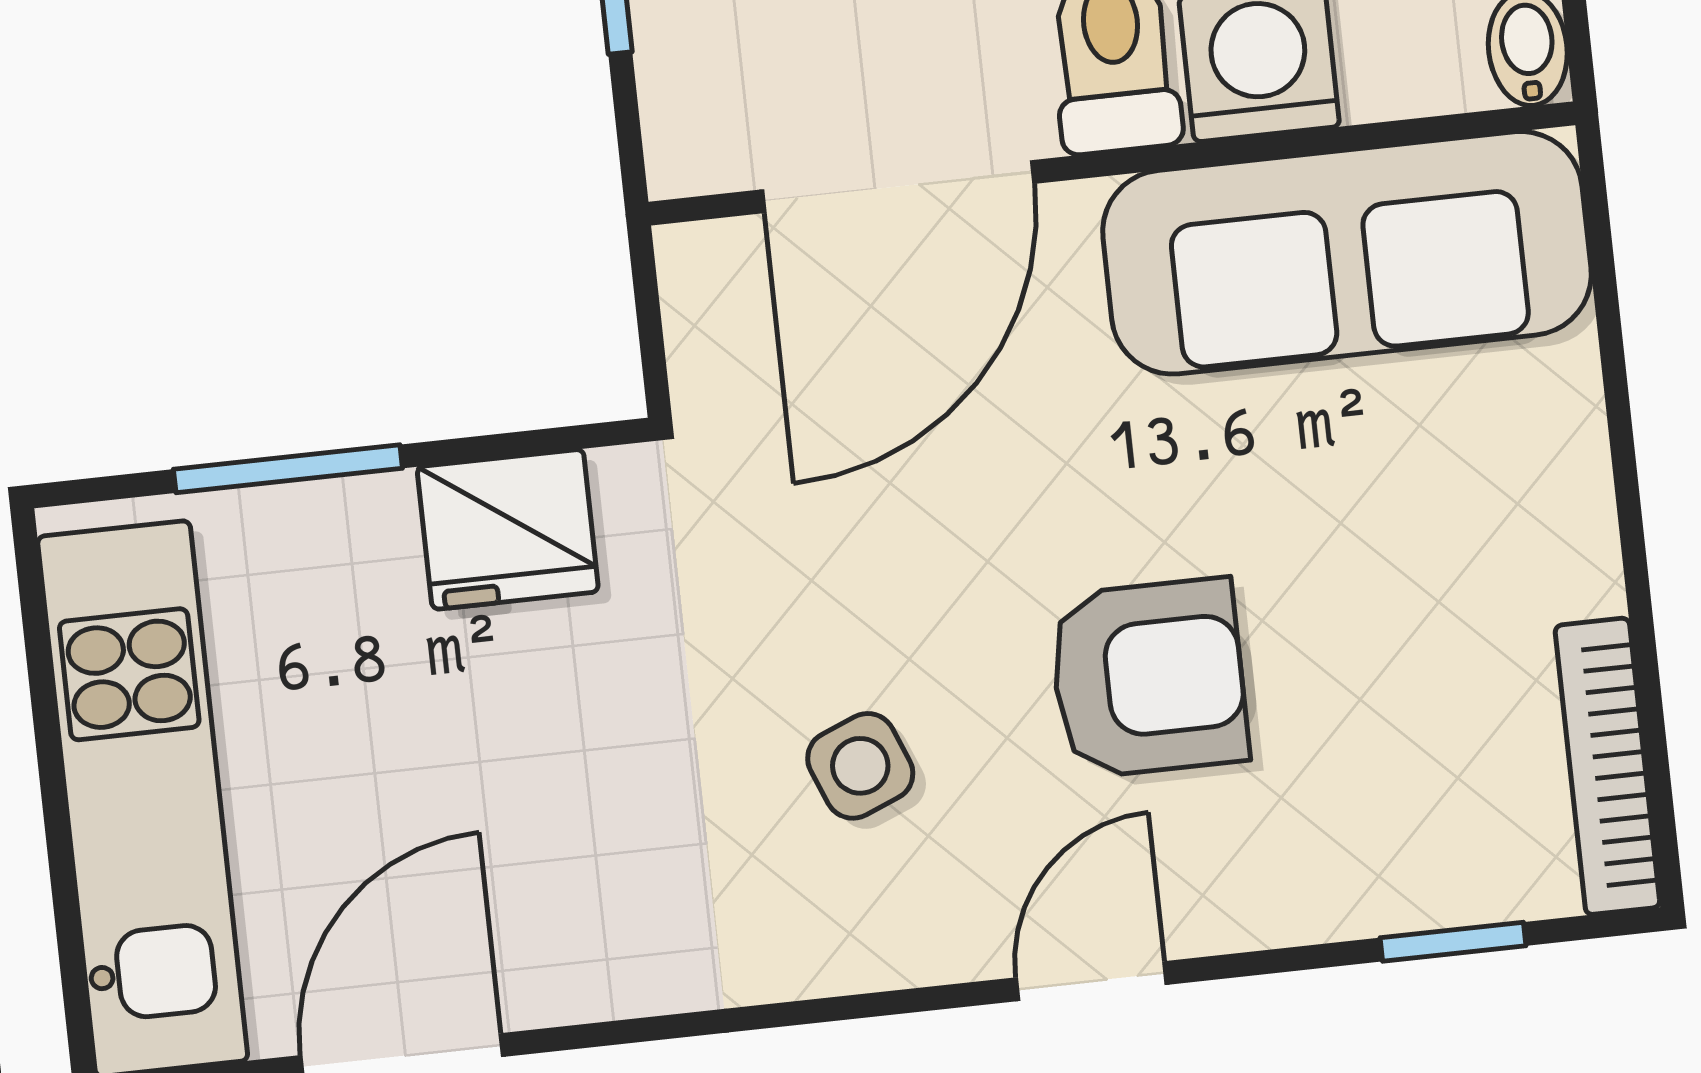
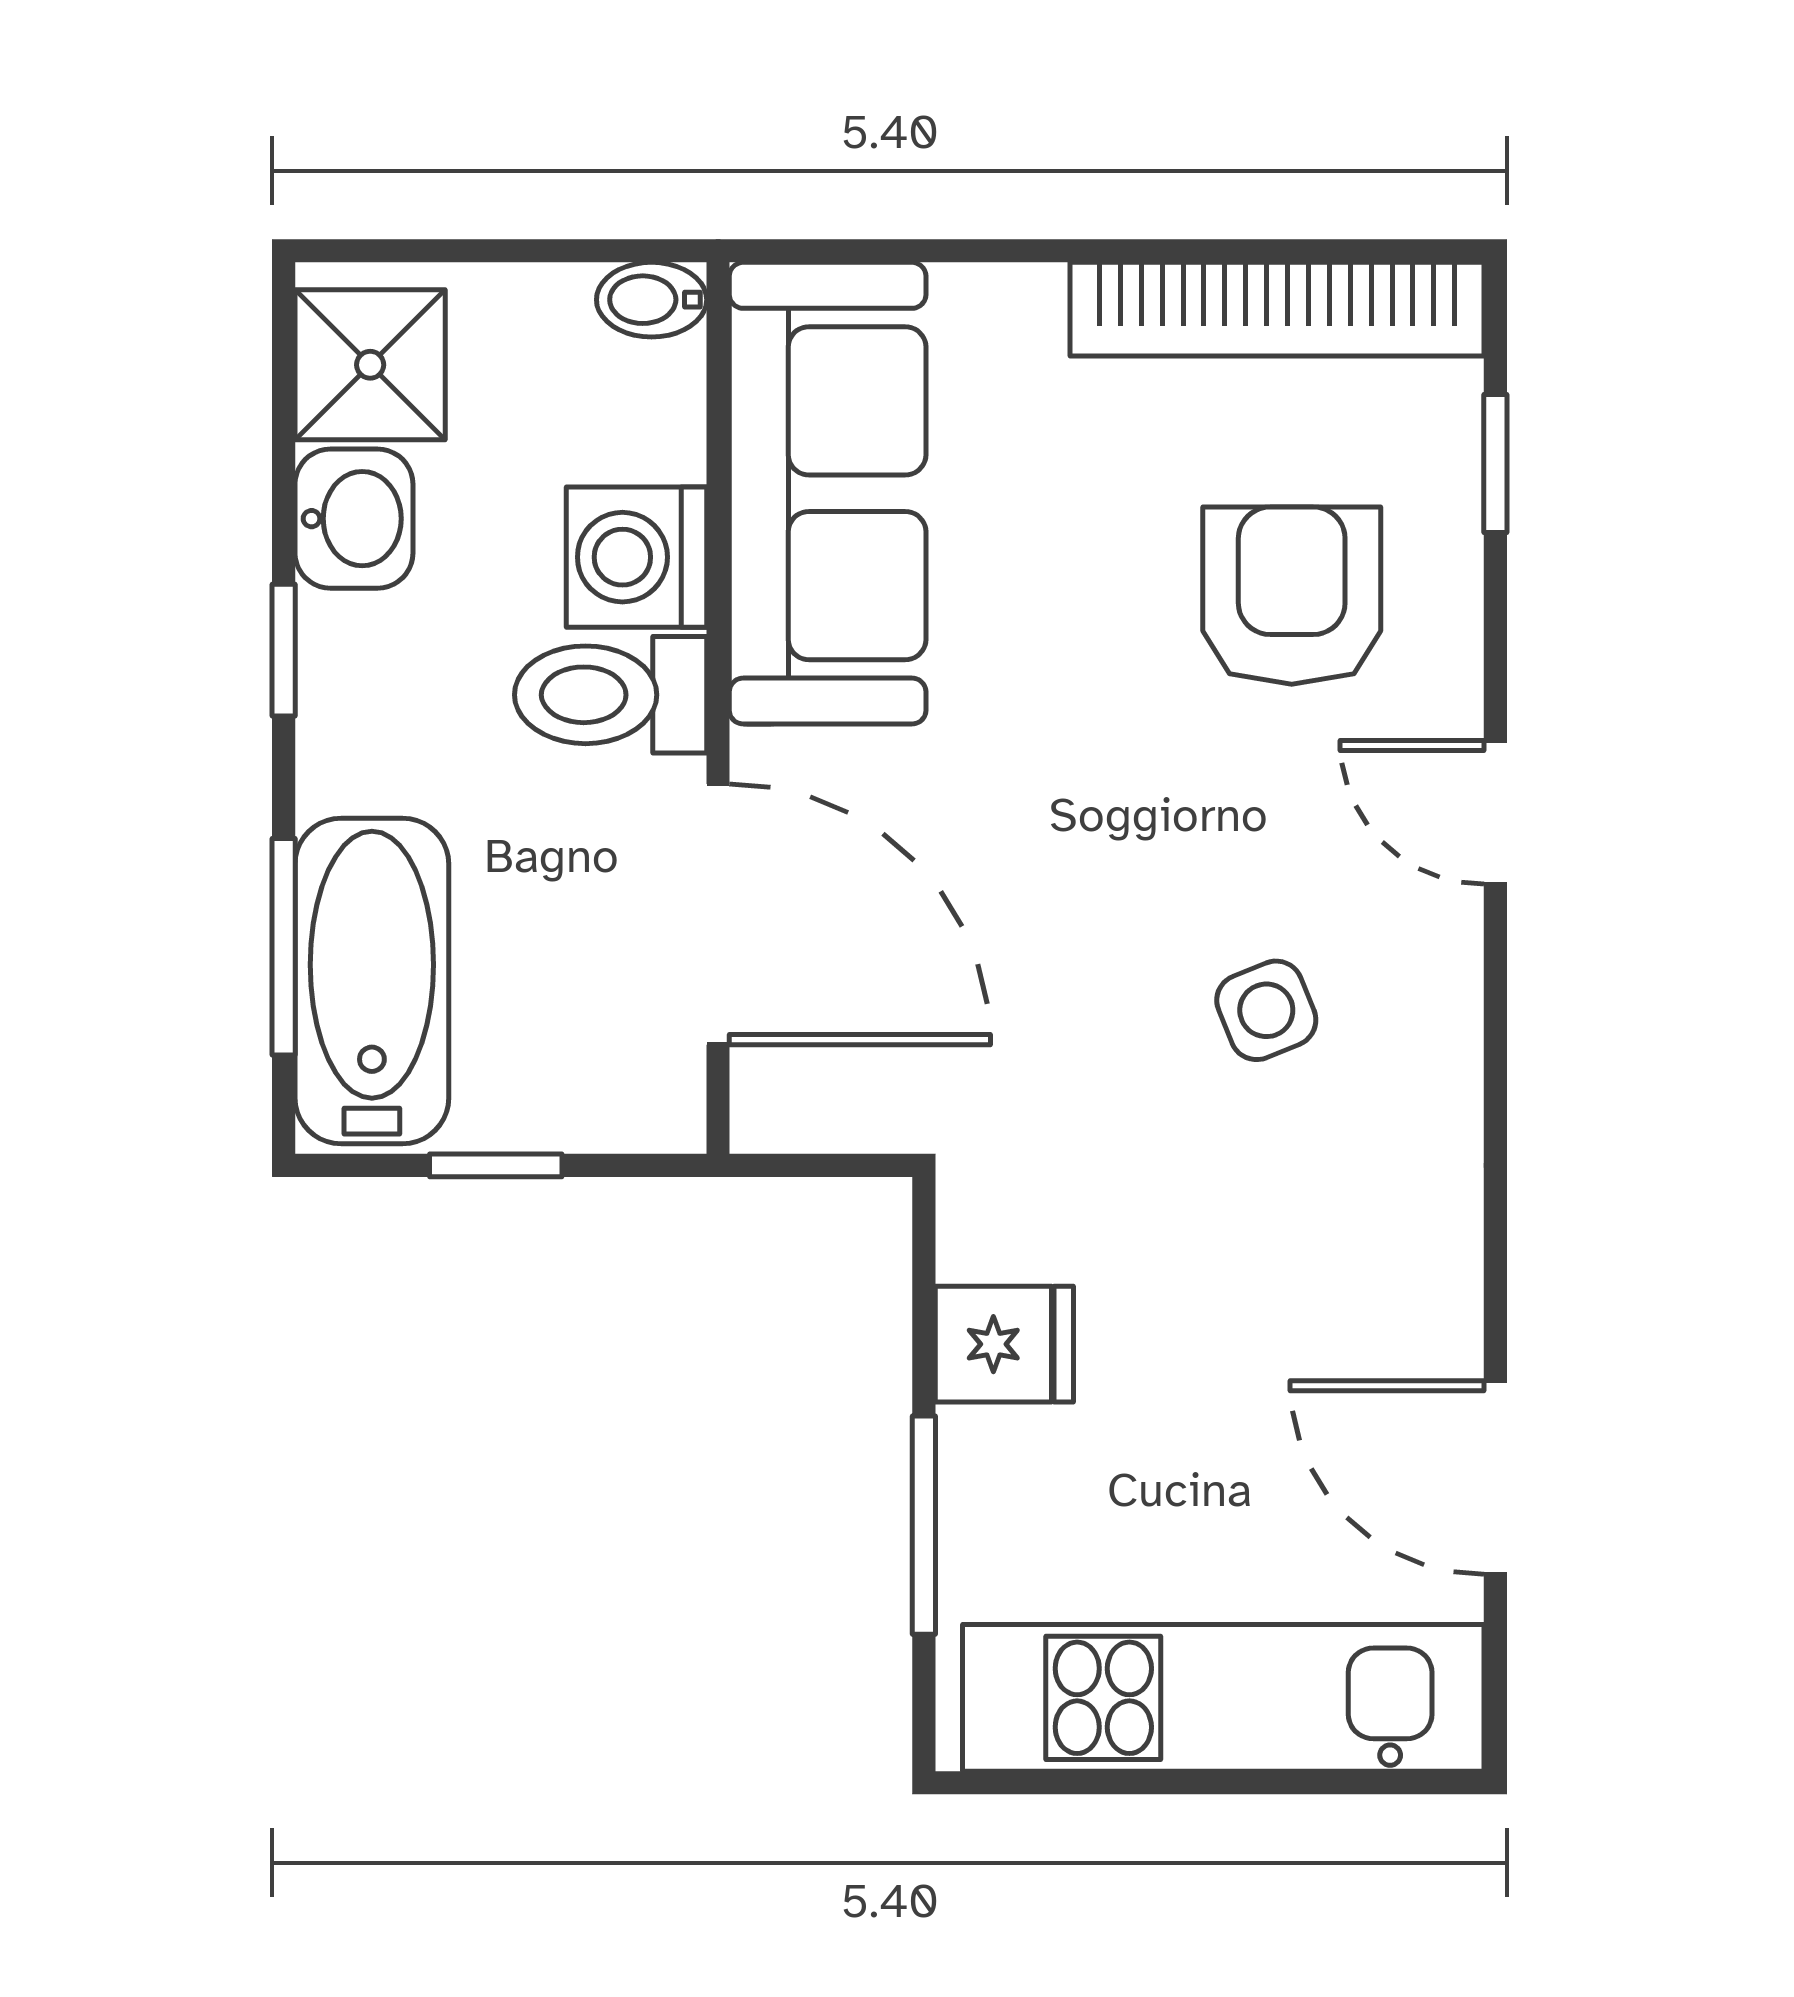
fridge: (508, 529) -> (1004, 1344), width x0.72
armchair: (1148, 678) -> (1292, 596), moved
bookcase: (1607, 766) -> (1277, 309), width x1.48, depth x1.31

